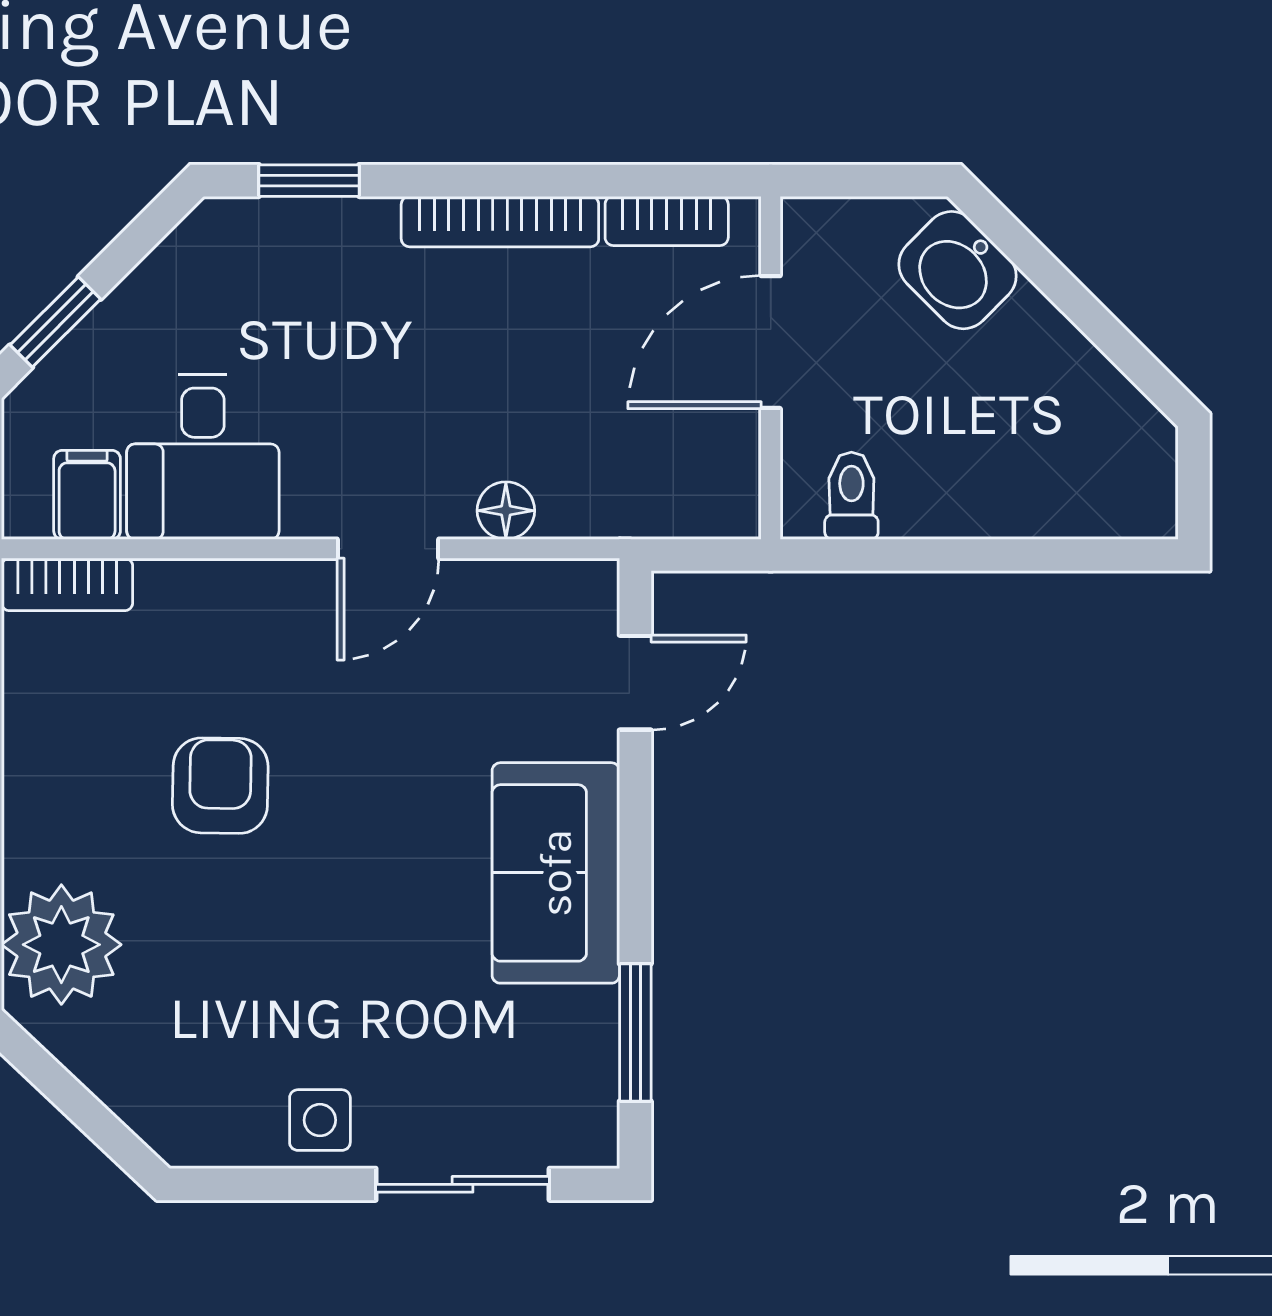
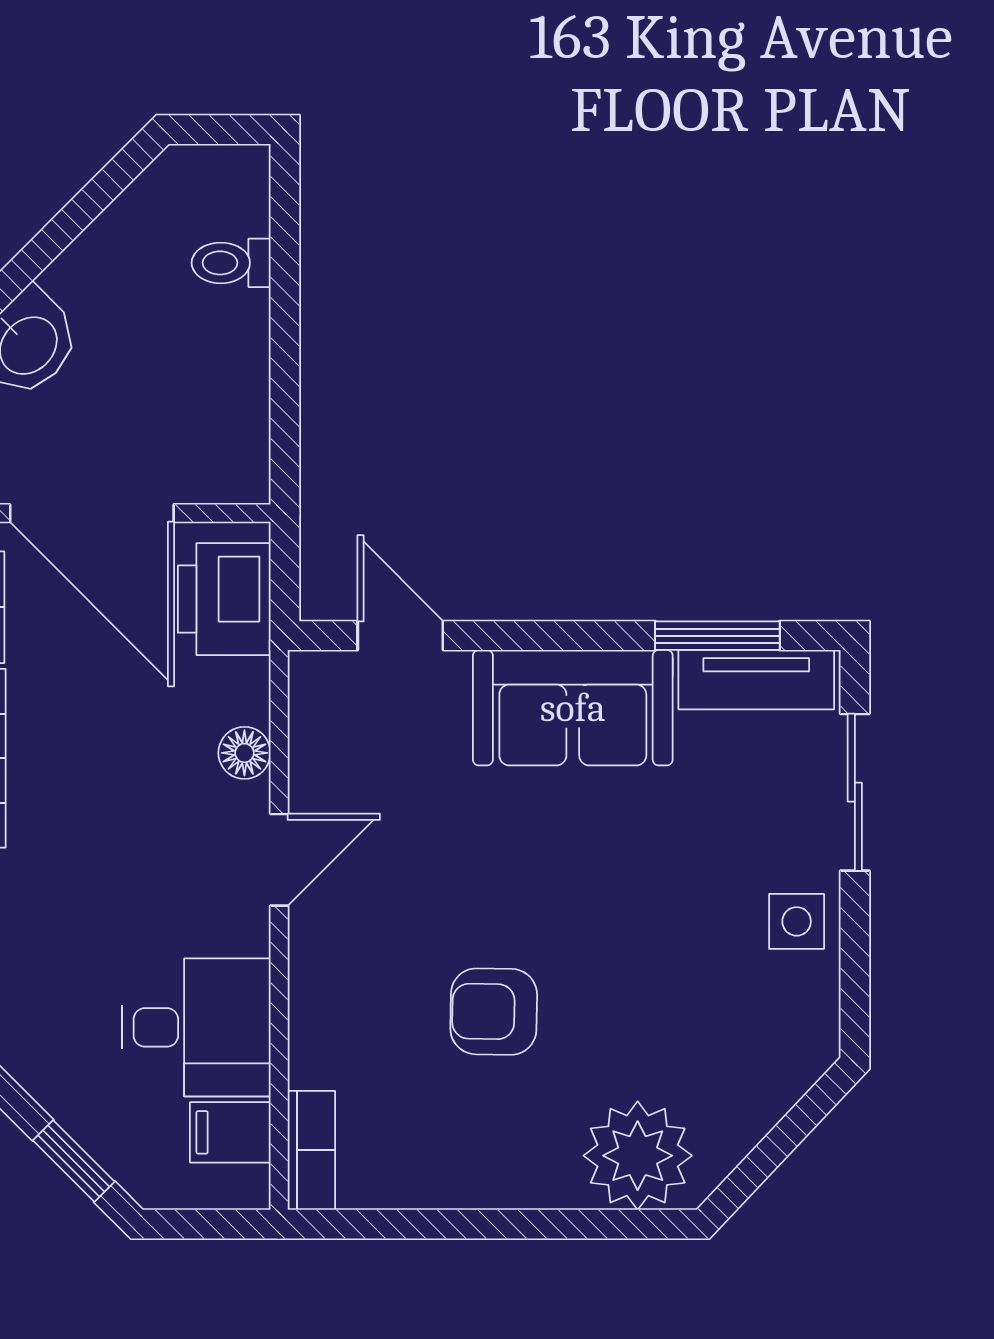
door: (771, 342) -> (92, 513), width x1.36
printer: (676, 488) -> (224, 599), added
toilet: (851, 496) -> (231, 263), moved
door: (388, 549) -> (279, 860), hinge flipped
tv unit: (587, 1075) -> (756, 680), added

